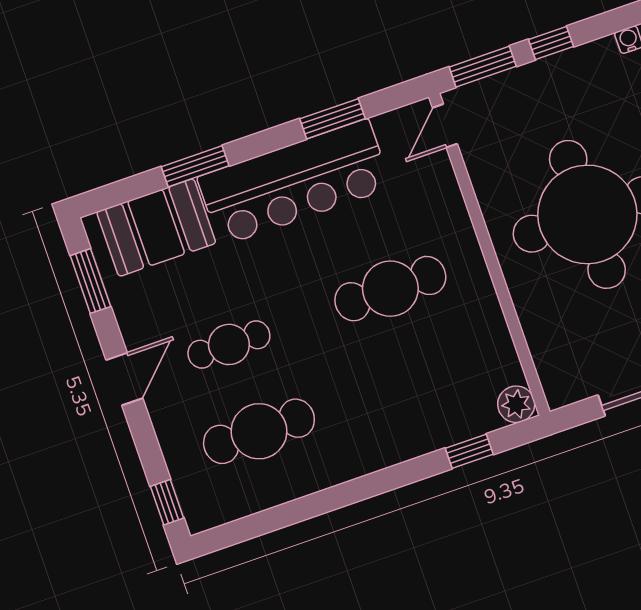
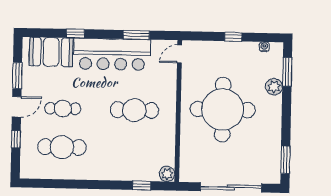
window: (483, 67) -> (203, 36), removed
window: (195, 166) -> (75, 34), width x0.67
window: (90, 281) -> (17, 76), moved
window: (167, 502) -> (16, 139), moved

